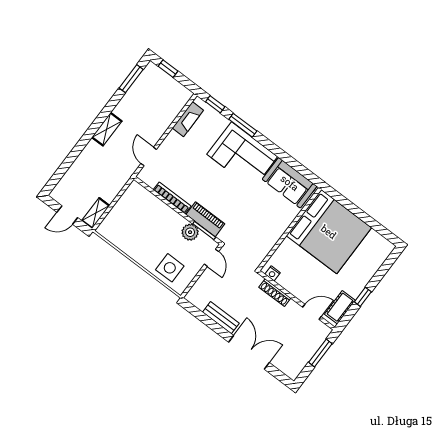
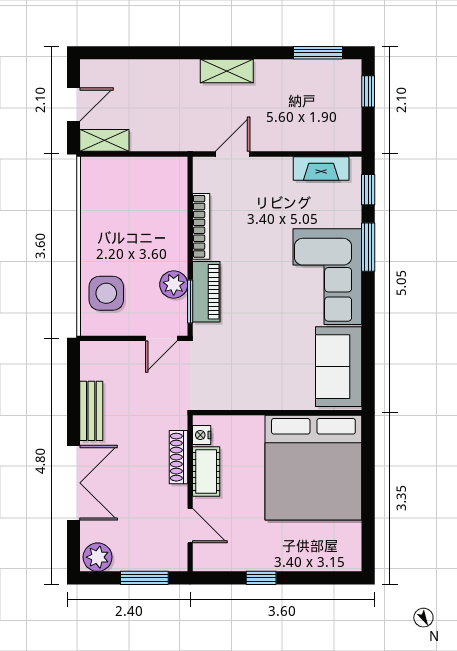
door: (67, 215) -> (74, 105), swing flipped
cot: (340, 307) -> (206, 471), moved, turned 90
plant: (293, 368) -> (98, 557), added

